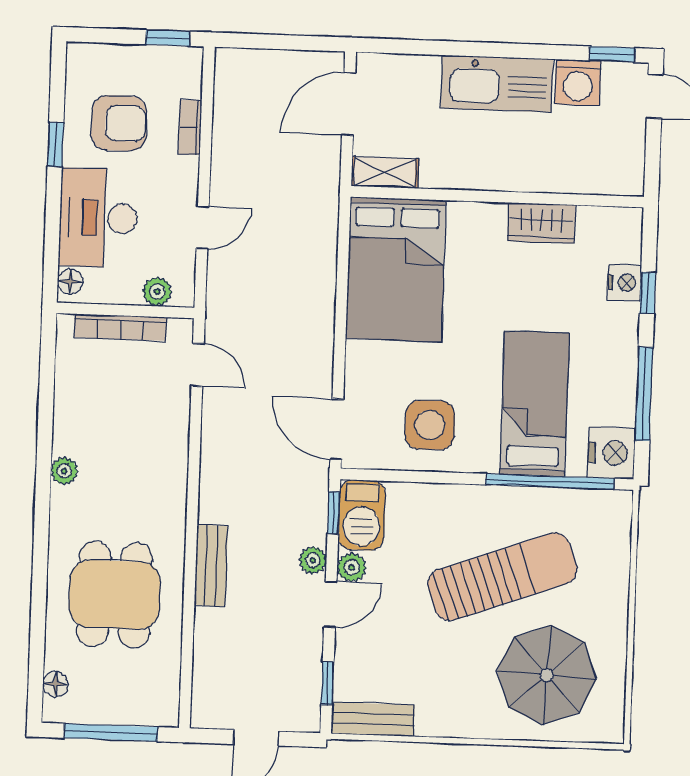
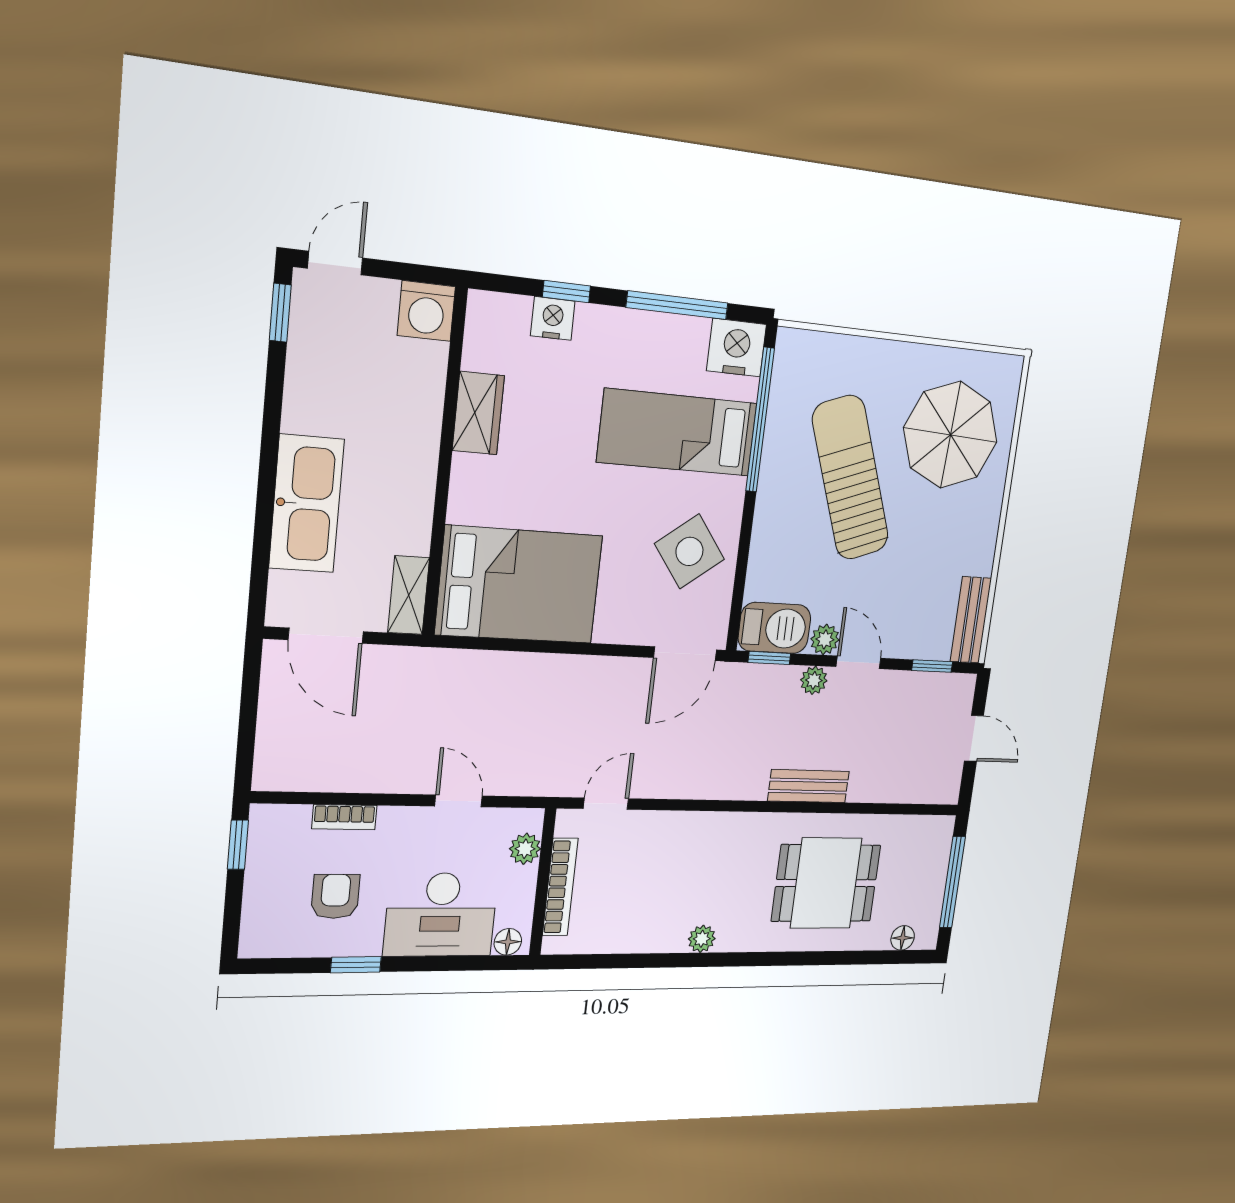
washing machine: (578, 83) -> (426, 311), moved, turned 90
kitchen sink: (497, 84) -> (306, 504), moved
armchair: (119, 123) -> (335, 896), width x0.72, depth x0.72
side table: (430, 425) -> (689, 551), turned -37

